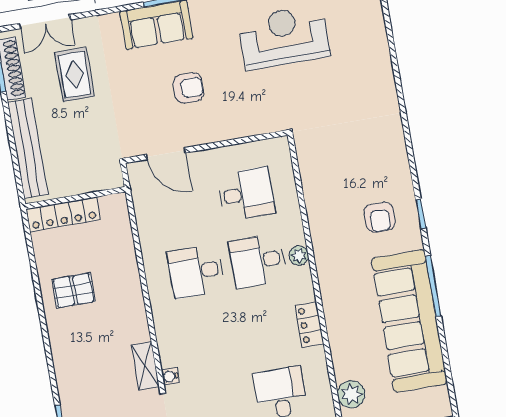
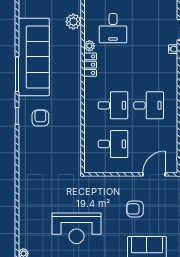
door: (166, 154) -> (154, 174), hinge flipped
desk: (246, 194) -> (113, 144), turned 180
plant: (299, 256) -> (89, 46), moved

